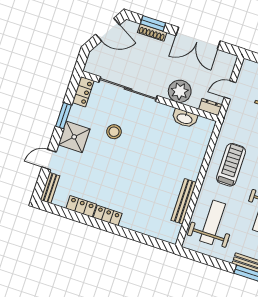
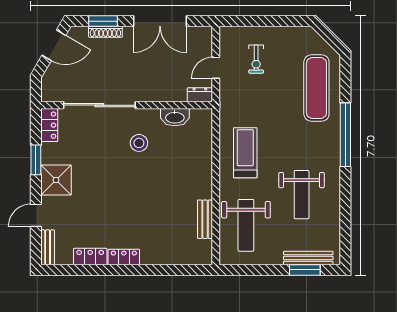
plant: (180, 91) -> (159, 88), removed
stool: (114, 132) -> (139, 143), moved
bench: (184, 201) -> (205, 219), width x0.73
weight bench: (213, 222) -> (246, 225), turned 180

